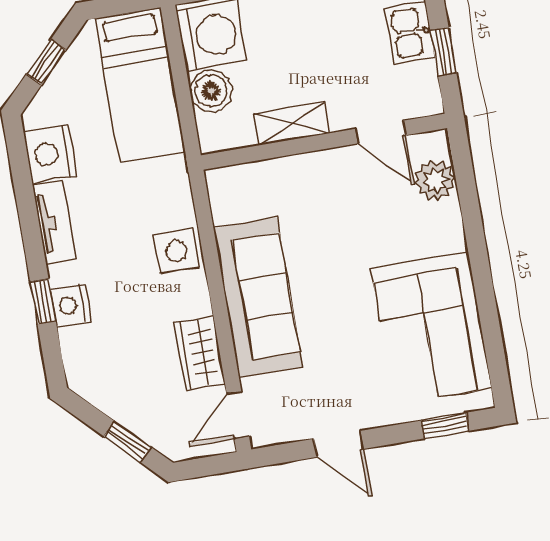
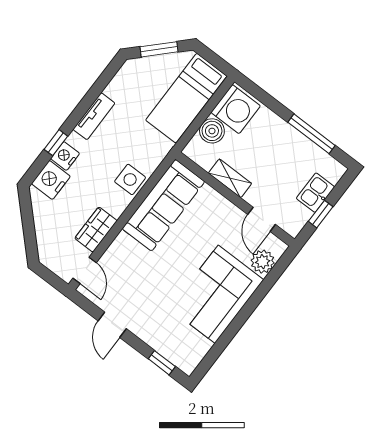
window: (46, 62) -> (159, 49), width x1.50
nightstand: (50, 153) -> (51, 180), moved
sofa: (258, 298) -> (163, 205), moved
corner sofa: (431, 328) -> (217, 294), moved
door: (238, 415) -> (85, 270), swing flipped
window: (128, 442) -> (30, 234), removed

